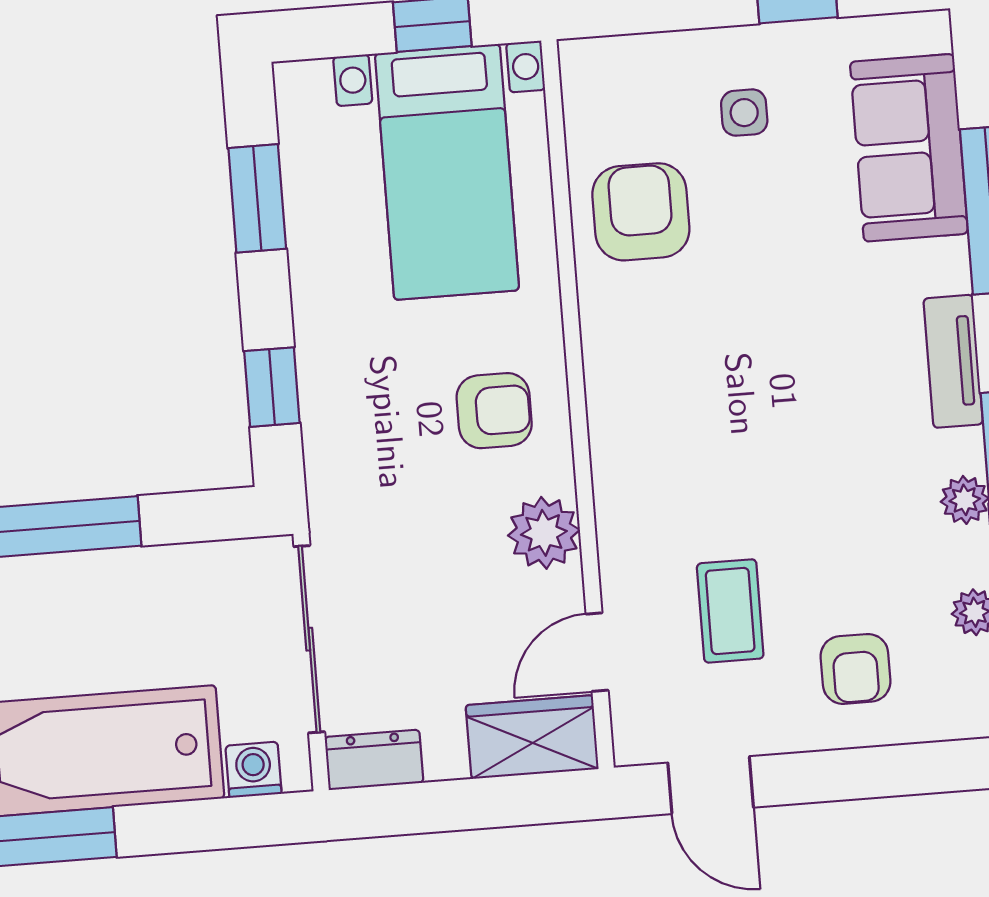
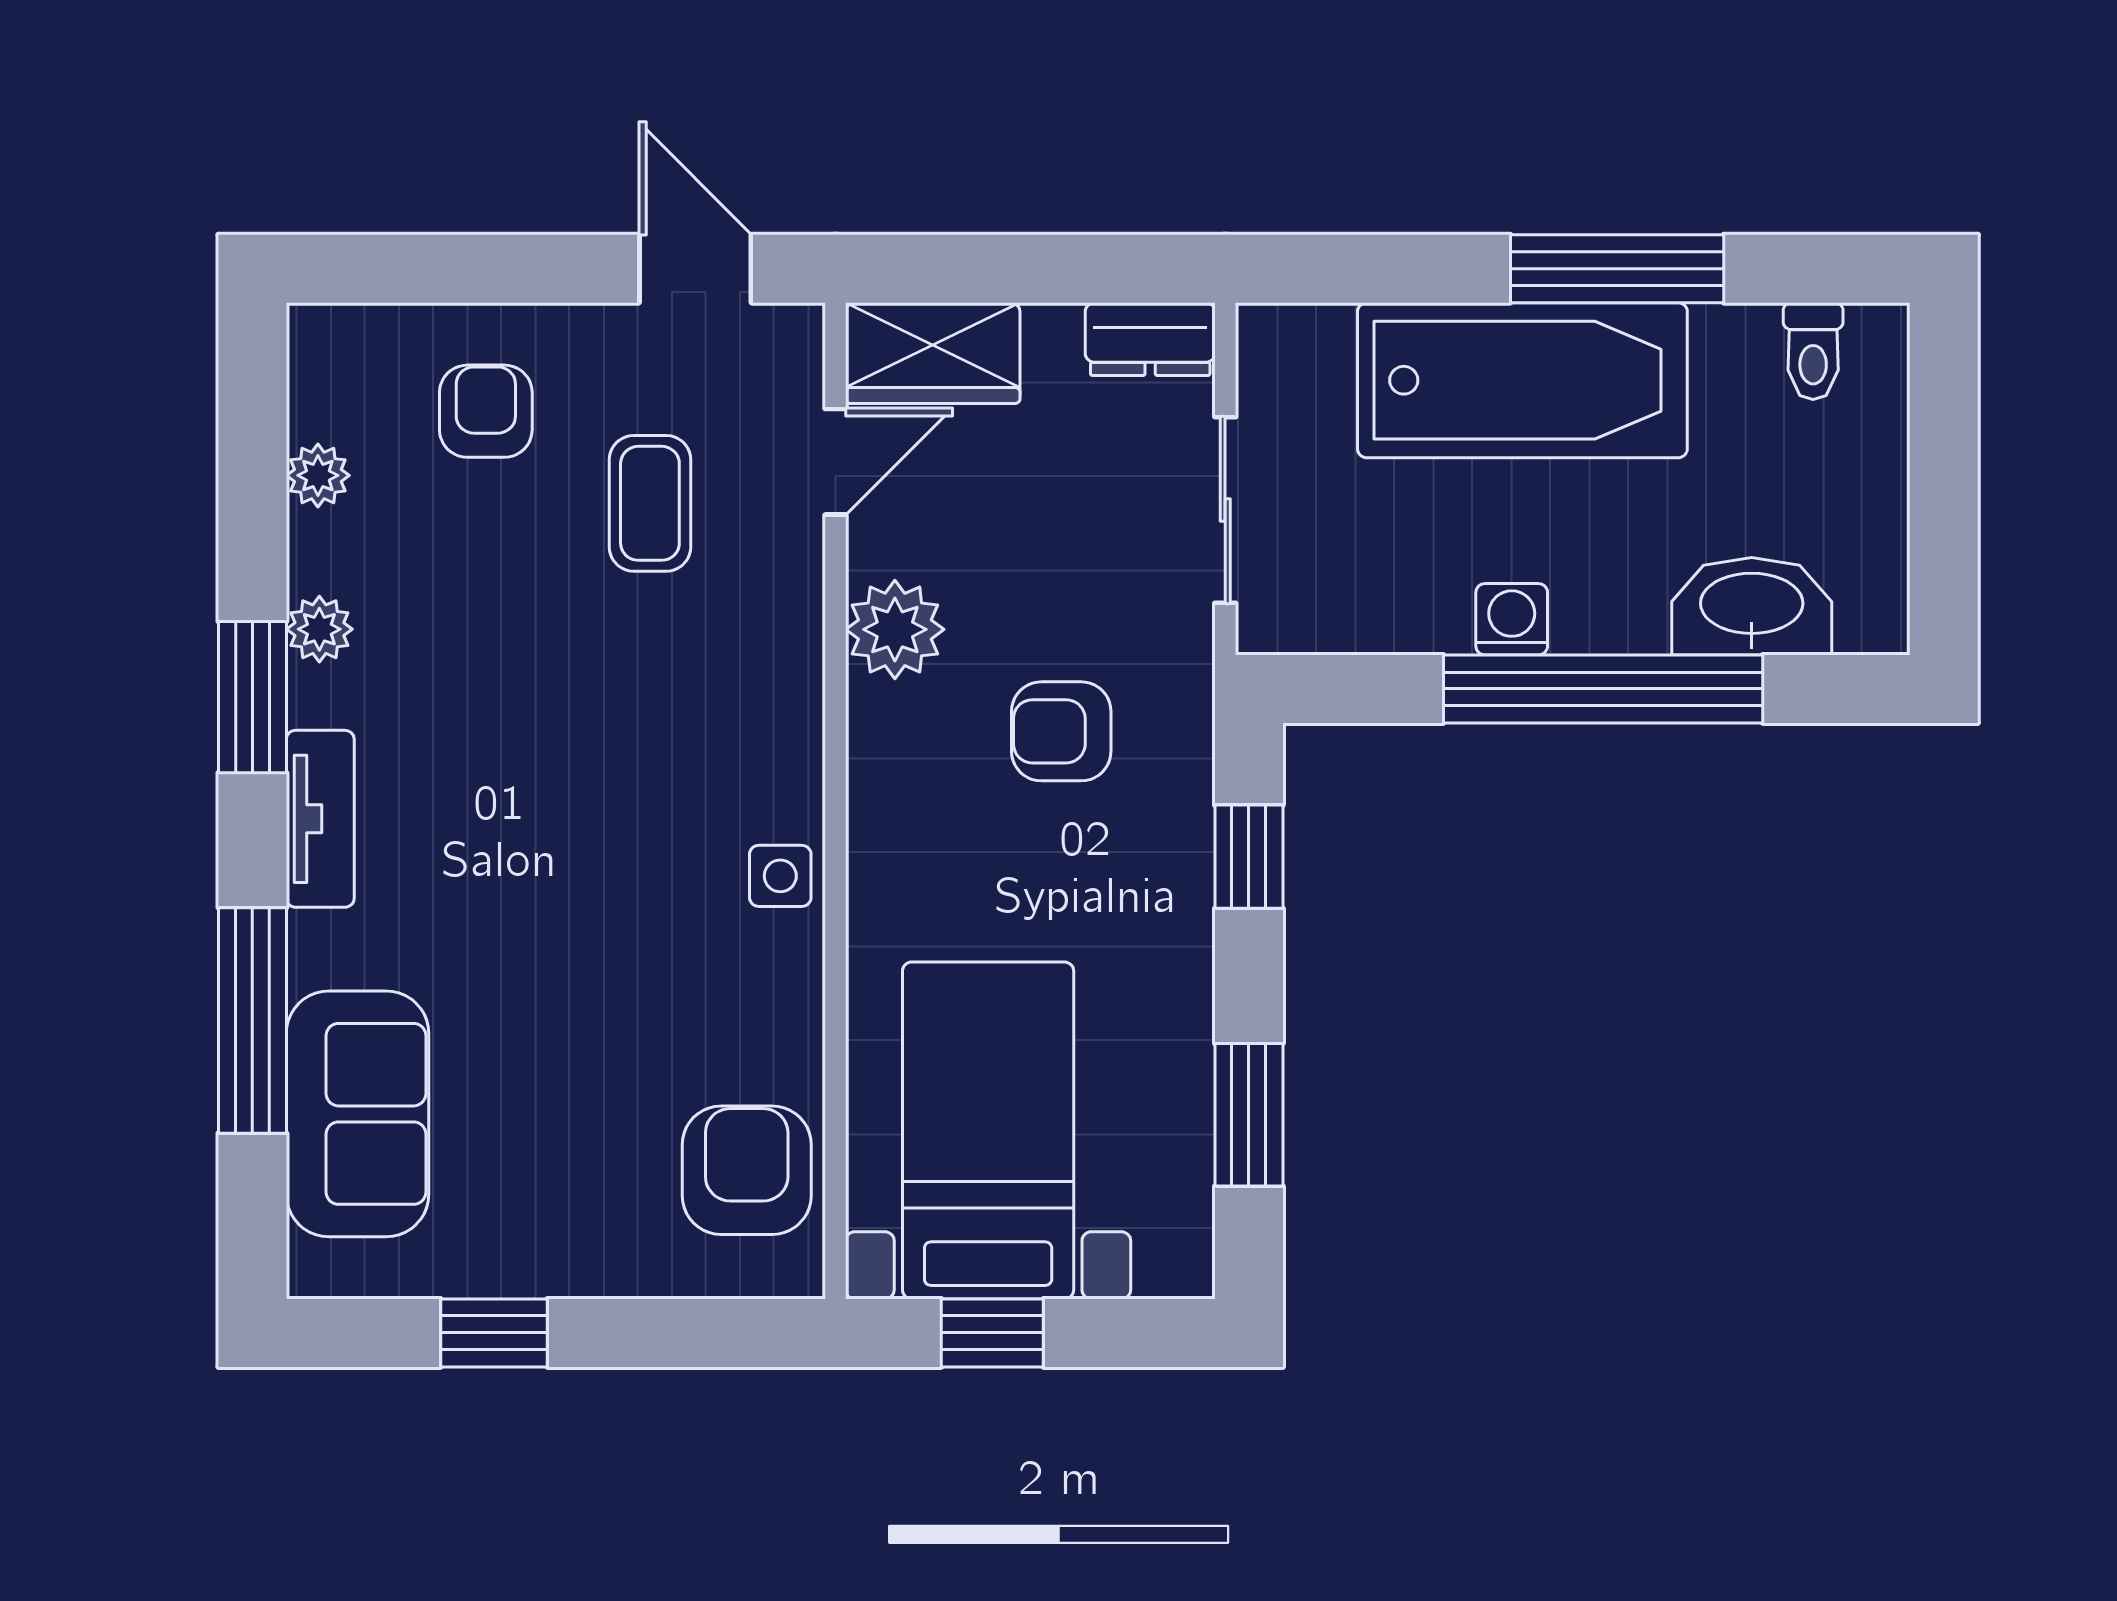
side table: (744, 113) -> (780, 876), moved
armchair: (641, 212) -> (747, 1170), moved, turned 180
armchair: (494, 411) -> (1061, 731), moved
sliding door: (309, 639) -> (1225, 510), width x0.73
washing machine: (253, 770) -> (1512, 619), moved, turned 180

